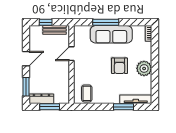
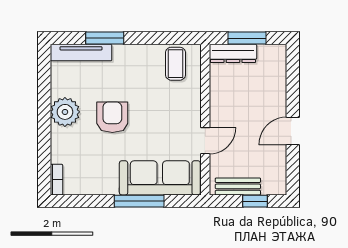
sofa: (111, 34) -> (160, 178), moved
window: (26, 87) -> (293, 77), removed
dresser: (41, 99) -> (233, 53), moved

